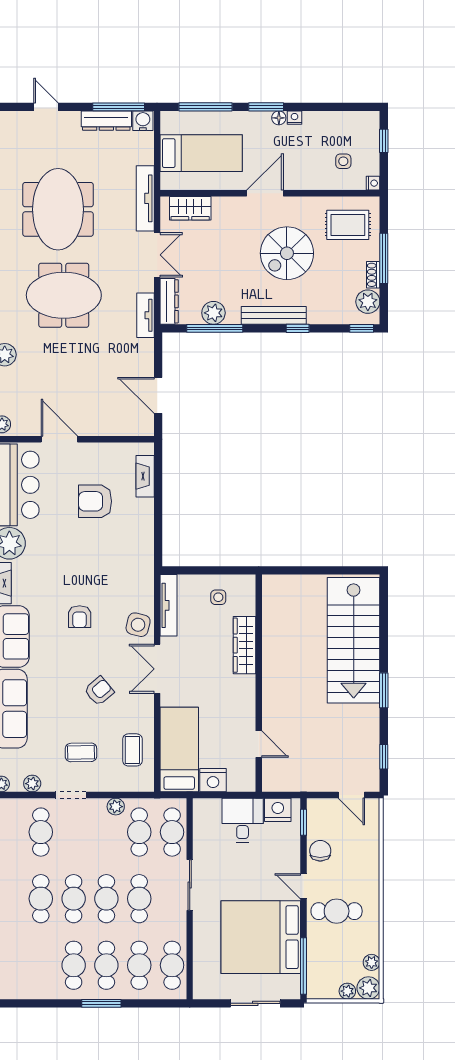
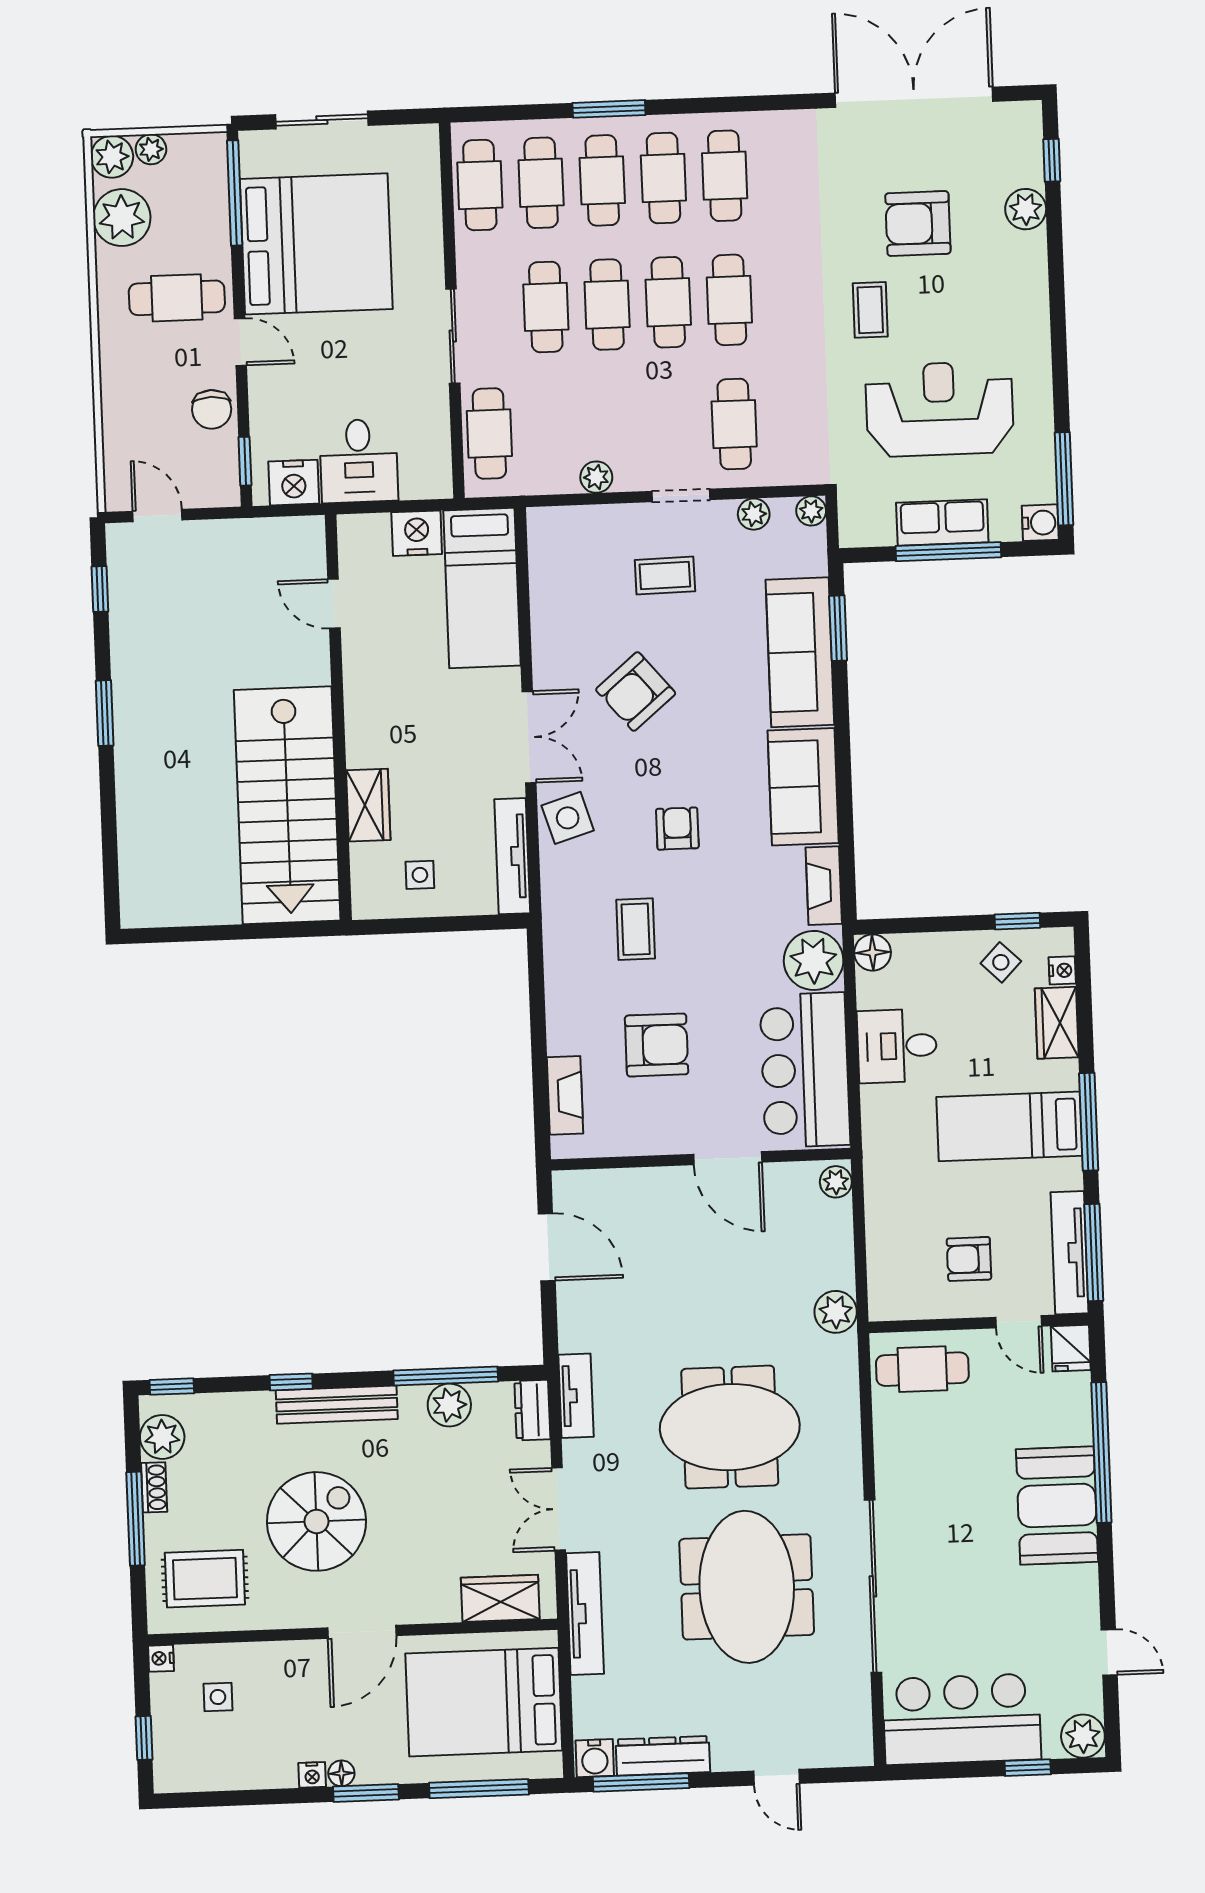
bed: (201, 153) -> (484, 1702), width x1.50
dresser: (169, 301) -> (532, 1410), width x0.70
side table: (138, 625) -> (568, 818), turned -31
stairs: (354, 640) -> (287, 805), moved, turned 180
wardrobe: (245, 645) -> (368, 805), width x0.67
armchair: (99, 691) -> (636, 692), width x1.38, depth x1.38
coffee table: (132, 750) -> (636, 929), moved
cafe table: (139, 832) -> (725, 176), moved
plant: (372, 962) -> (122, 218), width x1.88, depth x1.88

